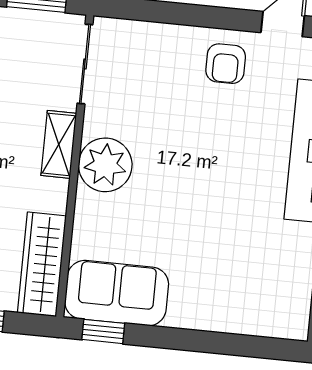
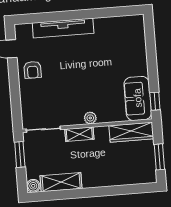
armchair: (226, 64) -> (33, 70), turned 90
plant: (105, 165) -> (90, 118), width x0.53, depth x0.53

